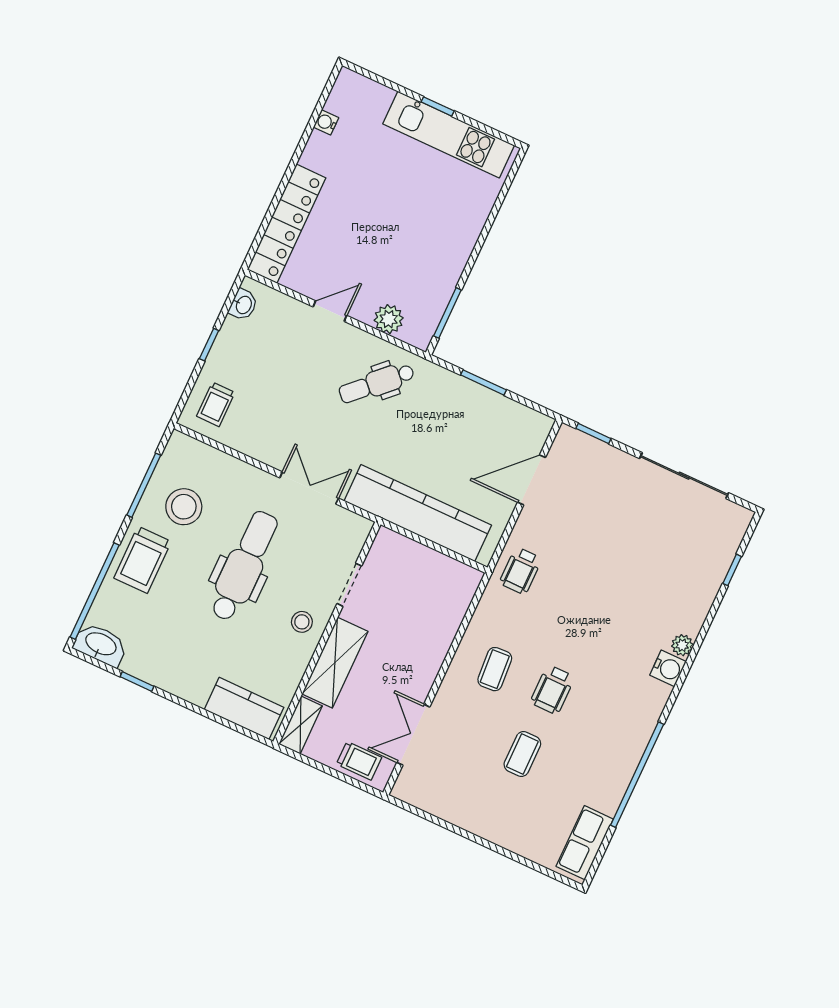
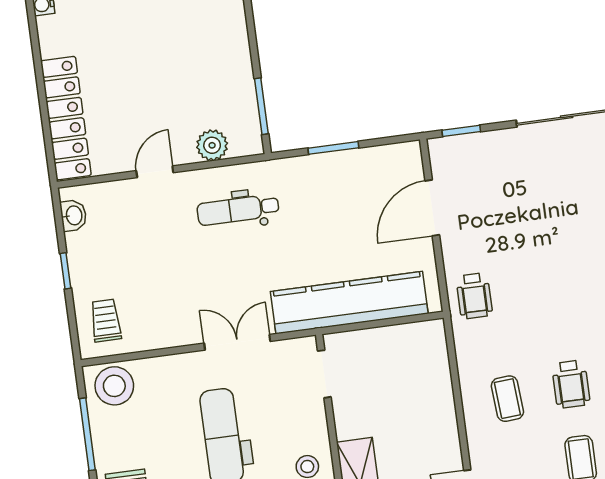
dental chair: (377, 383) -> (238, 210), turned 44
trolley: (216, 404) -> (106, 321), turned 180
stool: (184, 507) -> (114, 386), moved
doorway: (349, 585) -> (324, 374), moved

